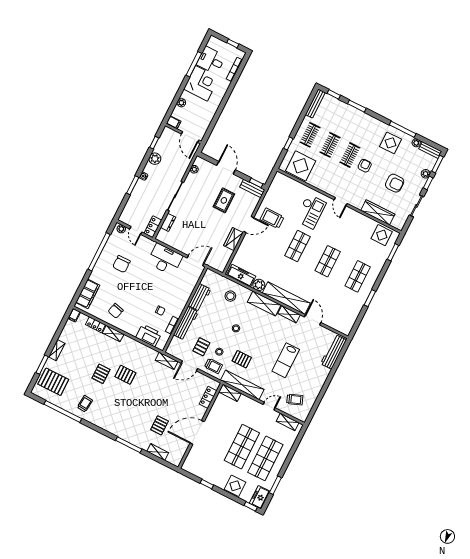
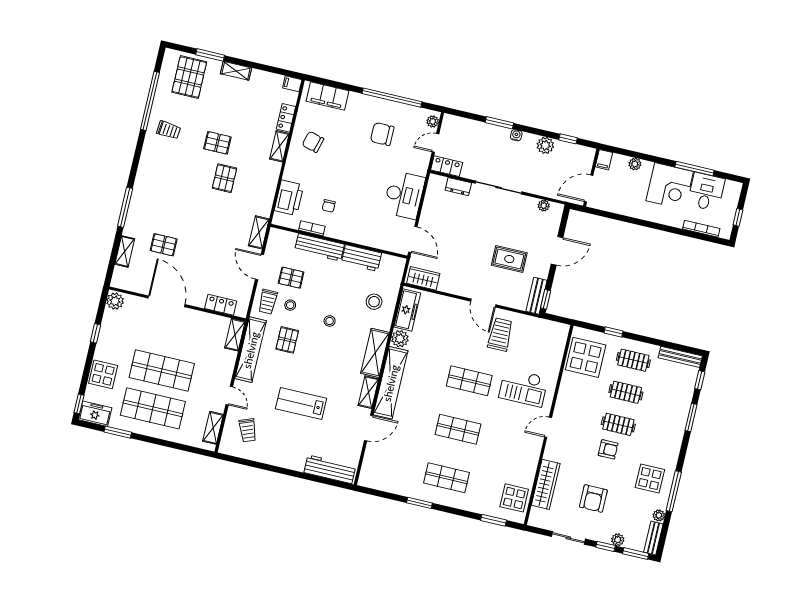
wardrobe: (233, 239) -> (423, 278), moved
plant: (189, 466) -> (115, 301), added

